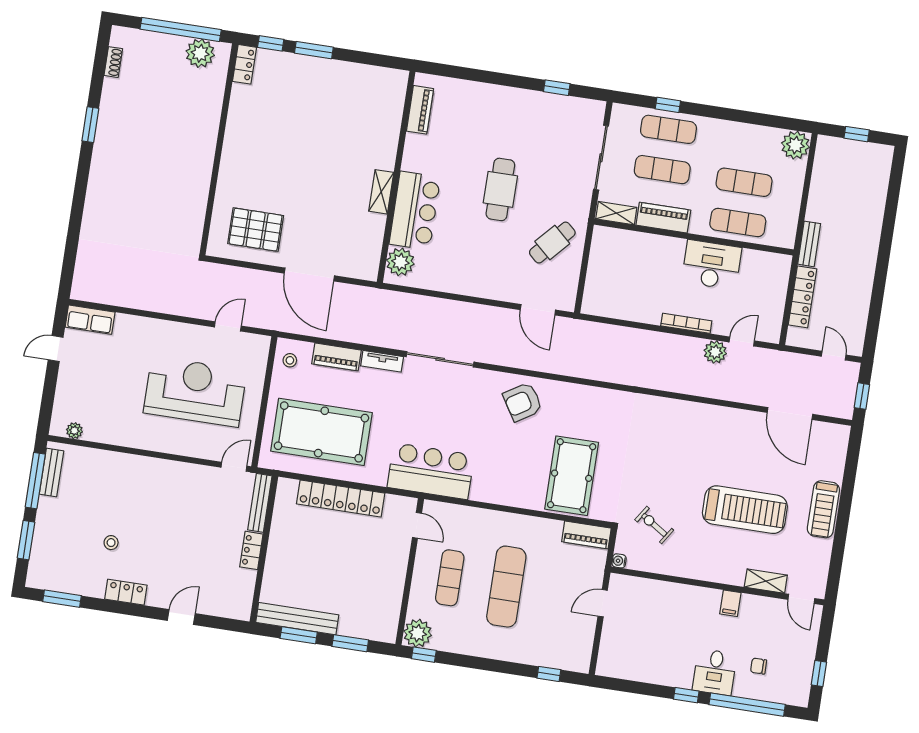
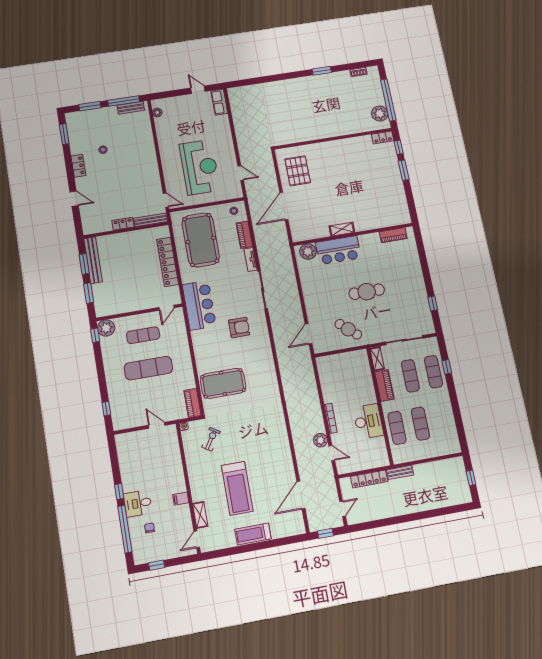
plant: (795, 145) -> (452, 445), removed
armchair: (523, 402) -> (239, 328), moved, turned 122

